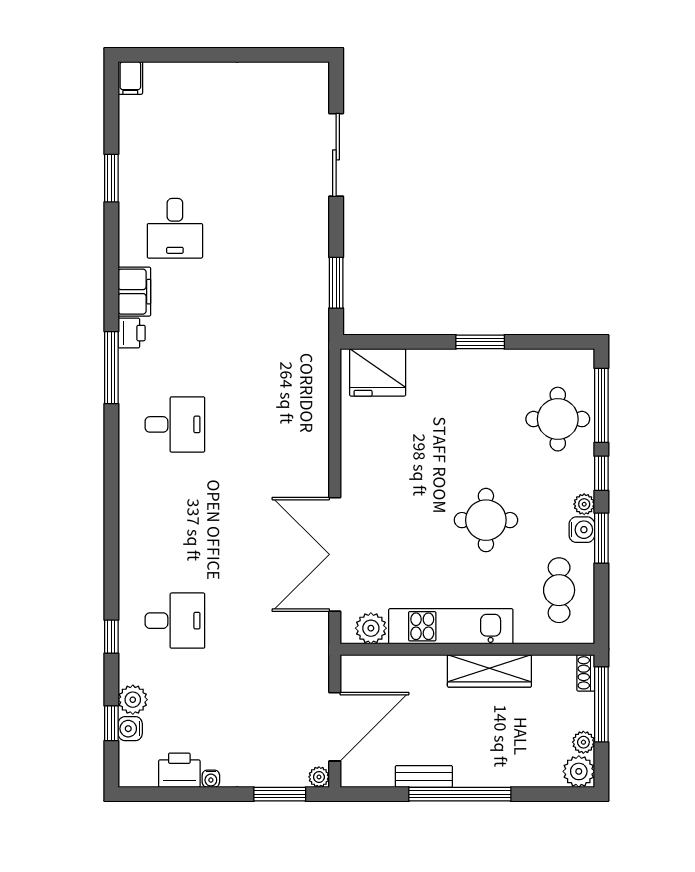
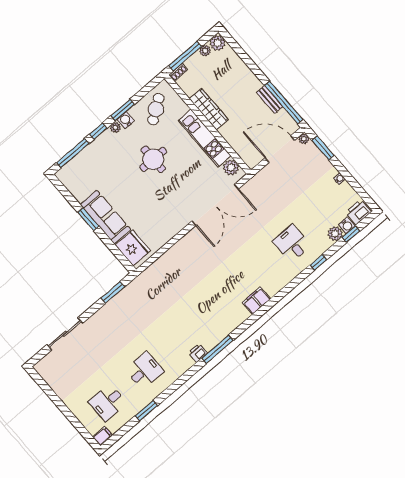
filing cabinet: (134, 292) -> (256, 301), moved
sofa: (461, 371) -> (106, 217), added
round table: (558, 419) -> (92, 165), removed
desk: (175, 424) -> (108, 402), moved, turned -90
cafe table: (559, 590) -> (156, 109), turned -35
printer: (179, 770) -> (358, 212), moved, turned 90
window: (460, 794) -> (284, 102), moved

